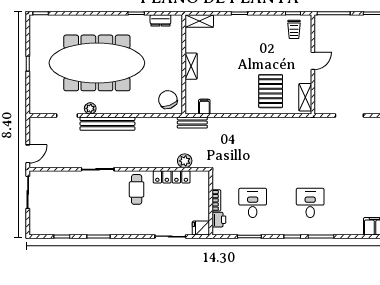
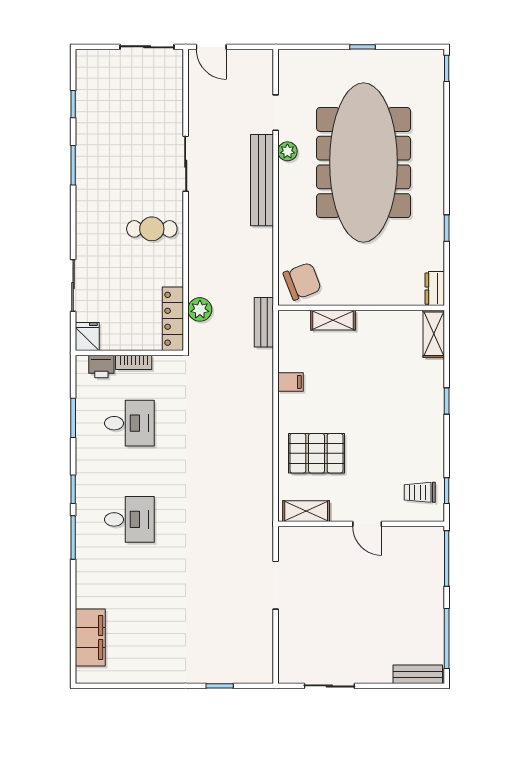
dresser: (160, 20) -> (435, 289), moved
shelving: (191, 66) -> (333, 320), moved
filing cabinet: (204, 107) -> (290, 382), moved
locker: (172, 177) -> (173, 319), moved

